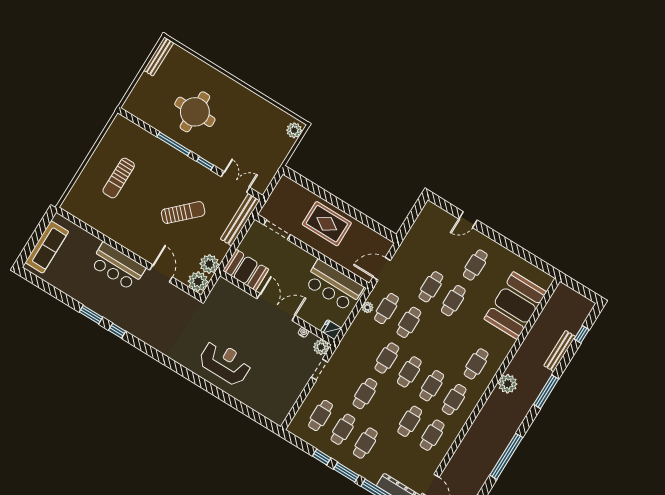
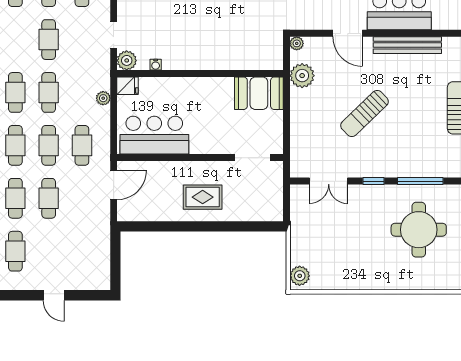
bench: (240, 220) -> (407, 45), moved, turned 90
door: (468, 220) -> (54, 295), swing flipped
rug: (327, 224) -> (203, 197), width x0.73, depth x0.70
plant: (198, 281) -> (297, 43), width x0.53, depth x0.53
double door: (276, 307) -> (202, 74), removed
plant: (367, 307) -> (103, 98), moved
cafe table: (431, 336) -> (15, 145), added

